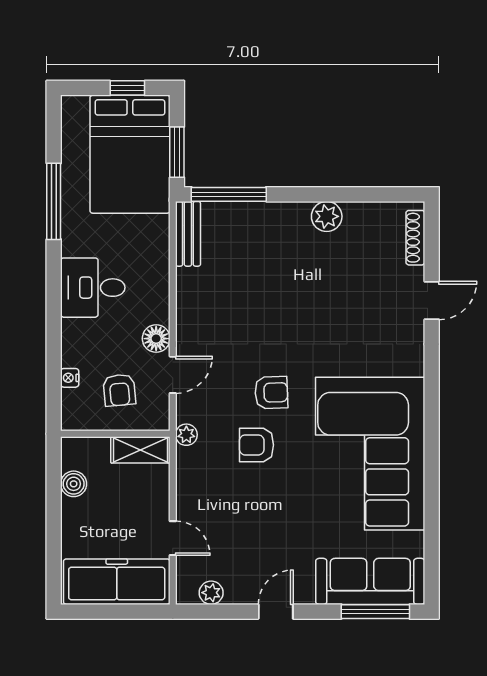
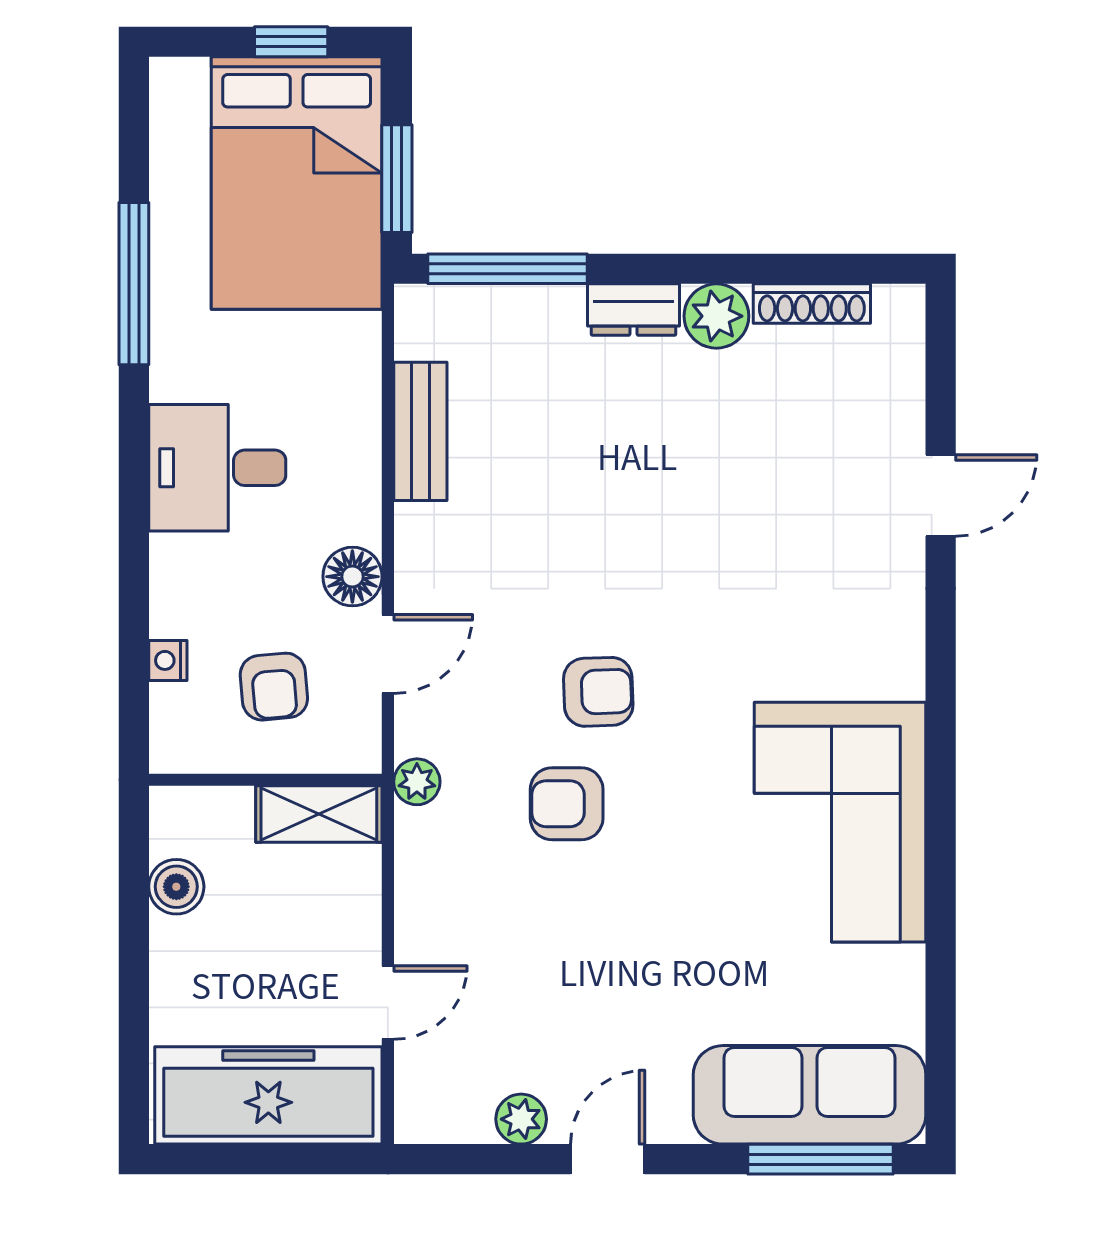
dresser: (288, 213) -> (633, 310), added
bench: (188, 234) -> (420, 431), moved
shoe rack: (415, 238) -> (812, 304), moved, turned -90
corner sofa: (370, 454) -> (840, 822), width x0.73, depth x0.74
door: (173, 538) -> (388, 1003), hinge flipped
plant: (211, 593) -> (521, 1119), moved

